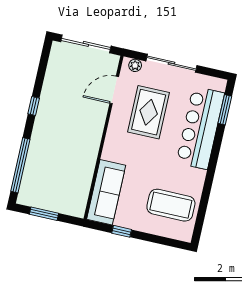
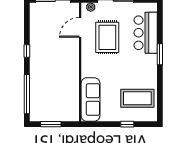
window: (225, 110) -> (160, 54), moved
bar counter: (200, 128) -> (146, 33), width x0.73
window: (122, 231) -> (127, 124), moved

